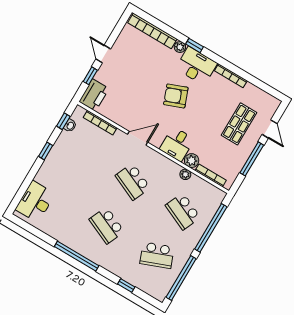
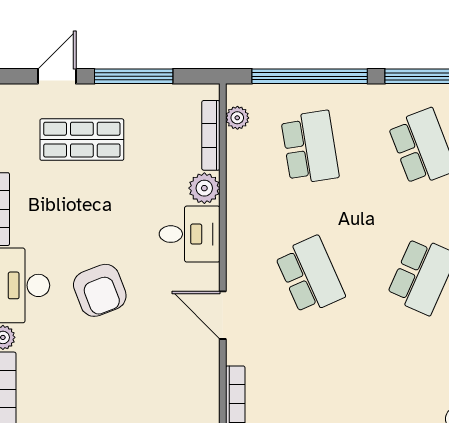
plant: (185, 174) -> (237, 118), moved
school desk: (133, 182) -> (310, 275), turned -48
school desk: (183, 211) -> (310, 147), turned -33

